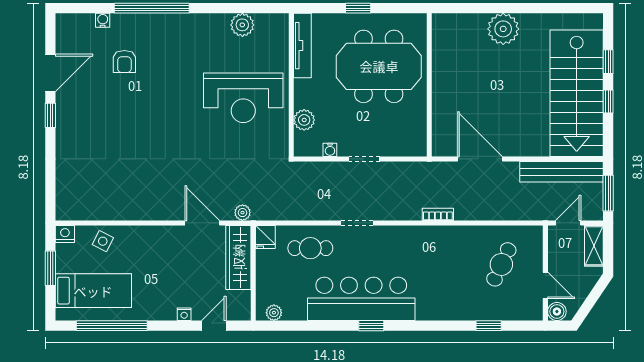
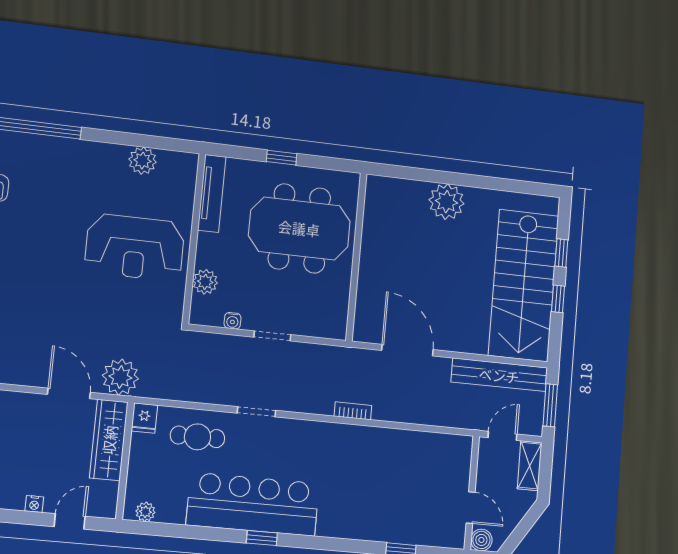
plant: (242, 213) -> (120, 377), width x1.88, depth x1.88
cafe table: (501, 264) -> (422, 478), removed

